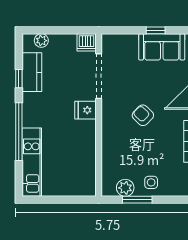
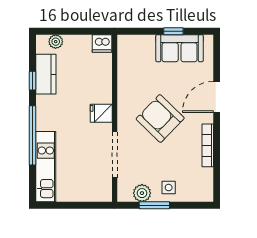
doorway: (99, 76) -> (115, 154), moved
armchair: (143, 115) -> (160, 118), width x1.88, depth x1.88

